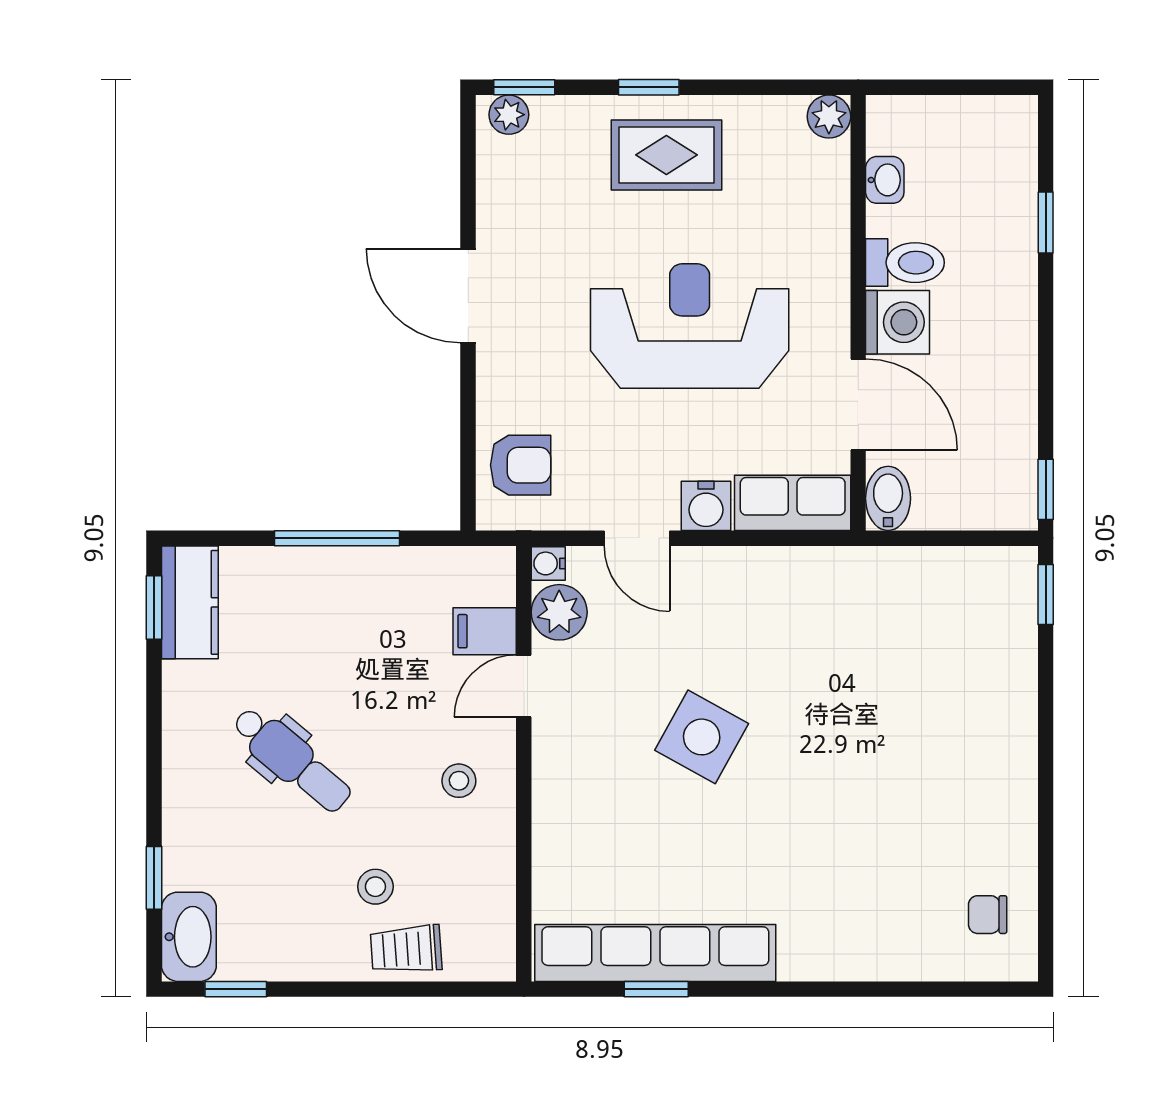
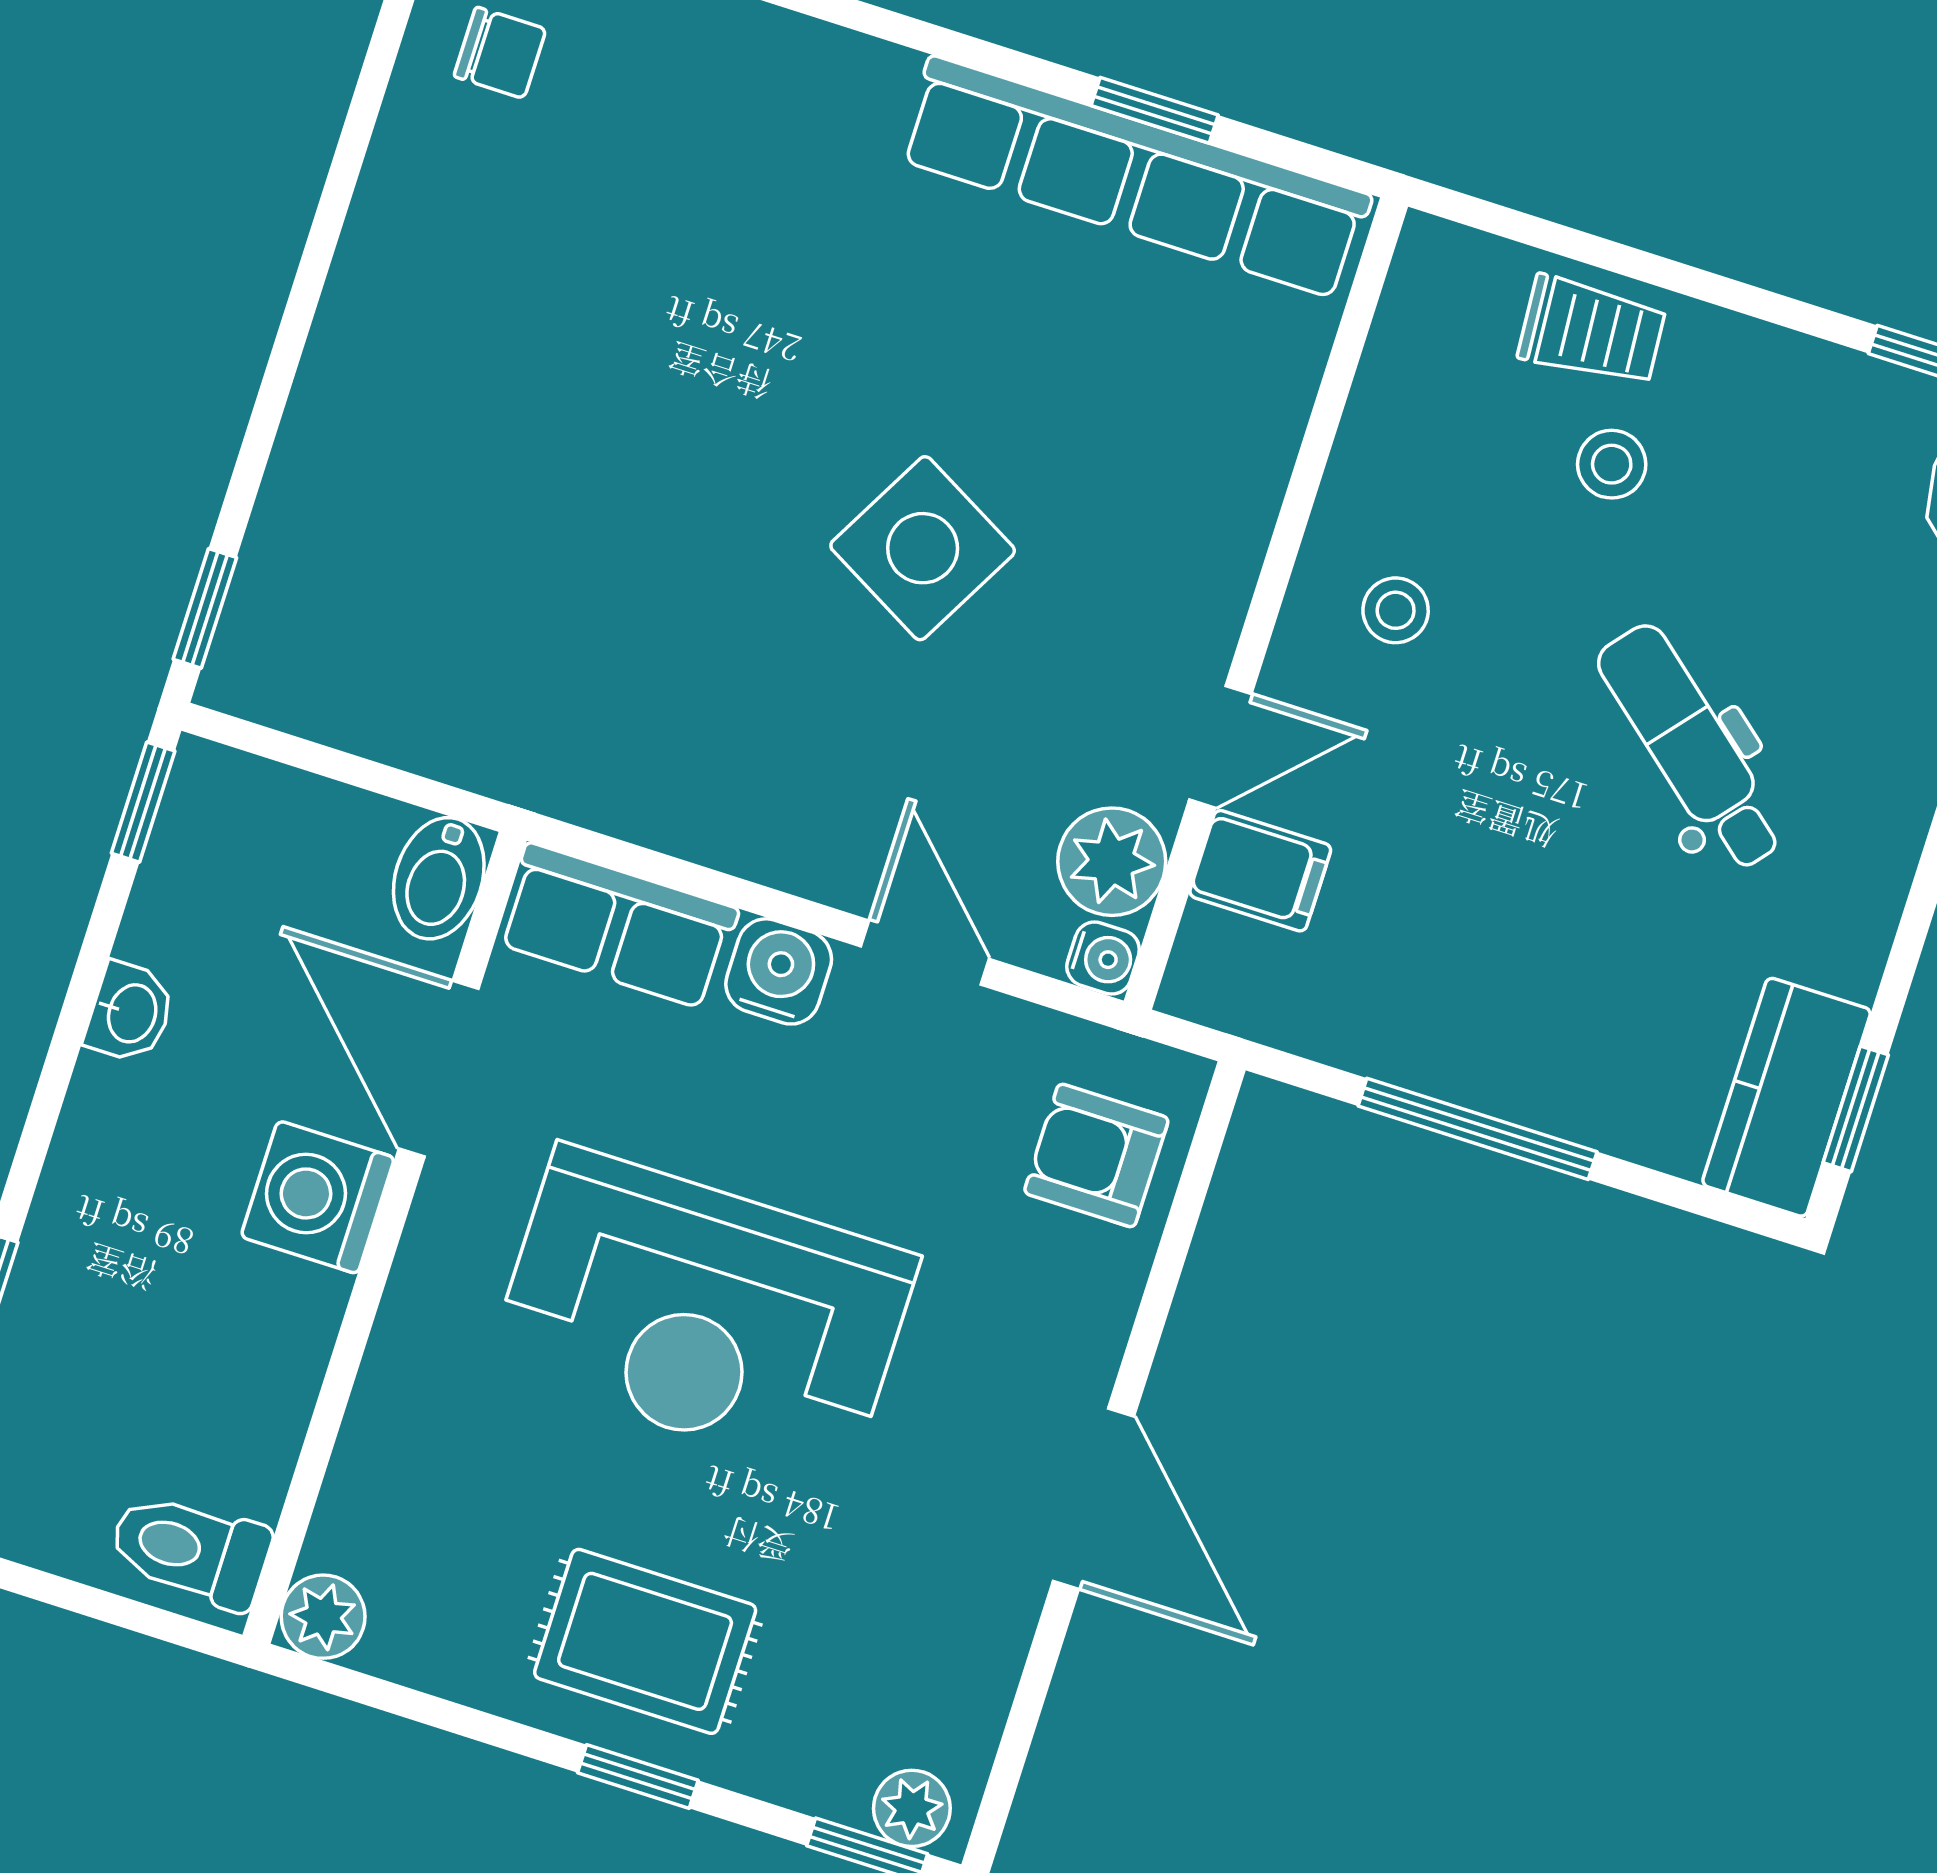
washbasin: (885, 180) -> (130, 1013), moved, turned 180
toilet: (905, 263) -> (190, 1550), moved

